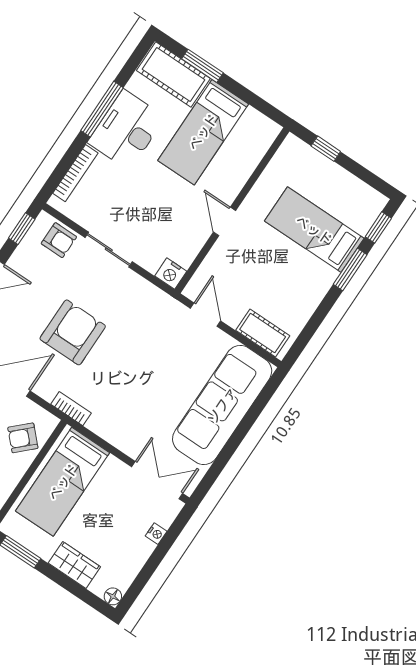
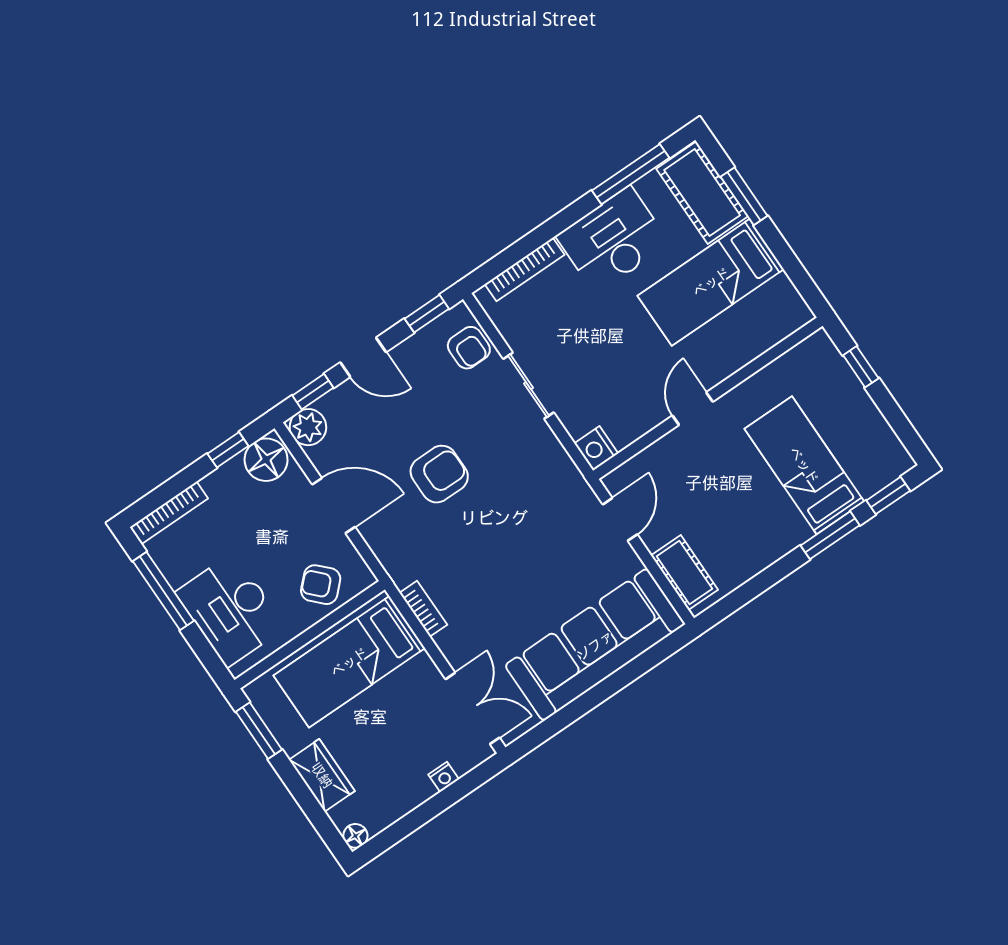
window: (102, 109) -> (631, 174), moved
armchair: (73, 332) -> (439, 474), width x0.73, depth x0.73
bookcase: (71, 409) -> (423, 609), moved

